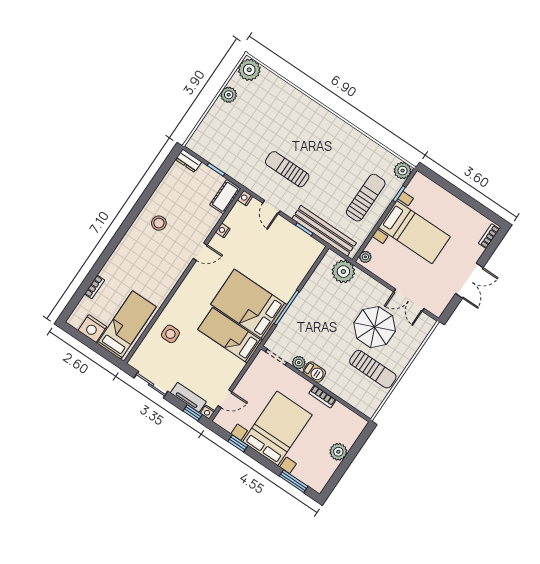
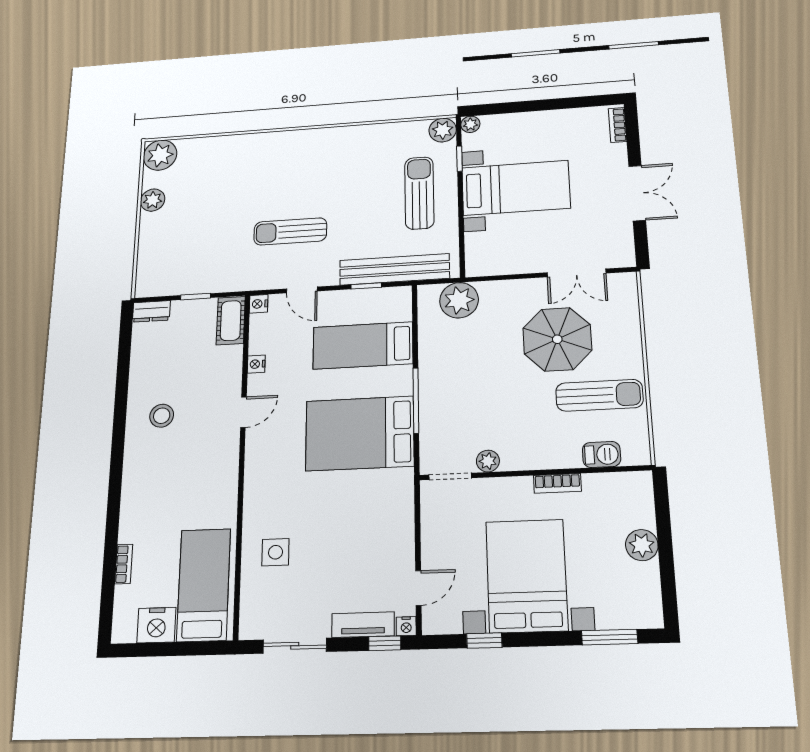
plant: (365, 257) -> (470, 124), moved
bed: (230, 335) -> (363, 345), moved
barbecue: (314, 372) -> (601, 454), moved

